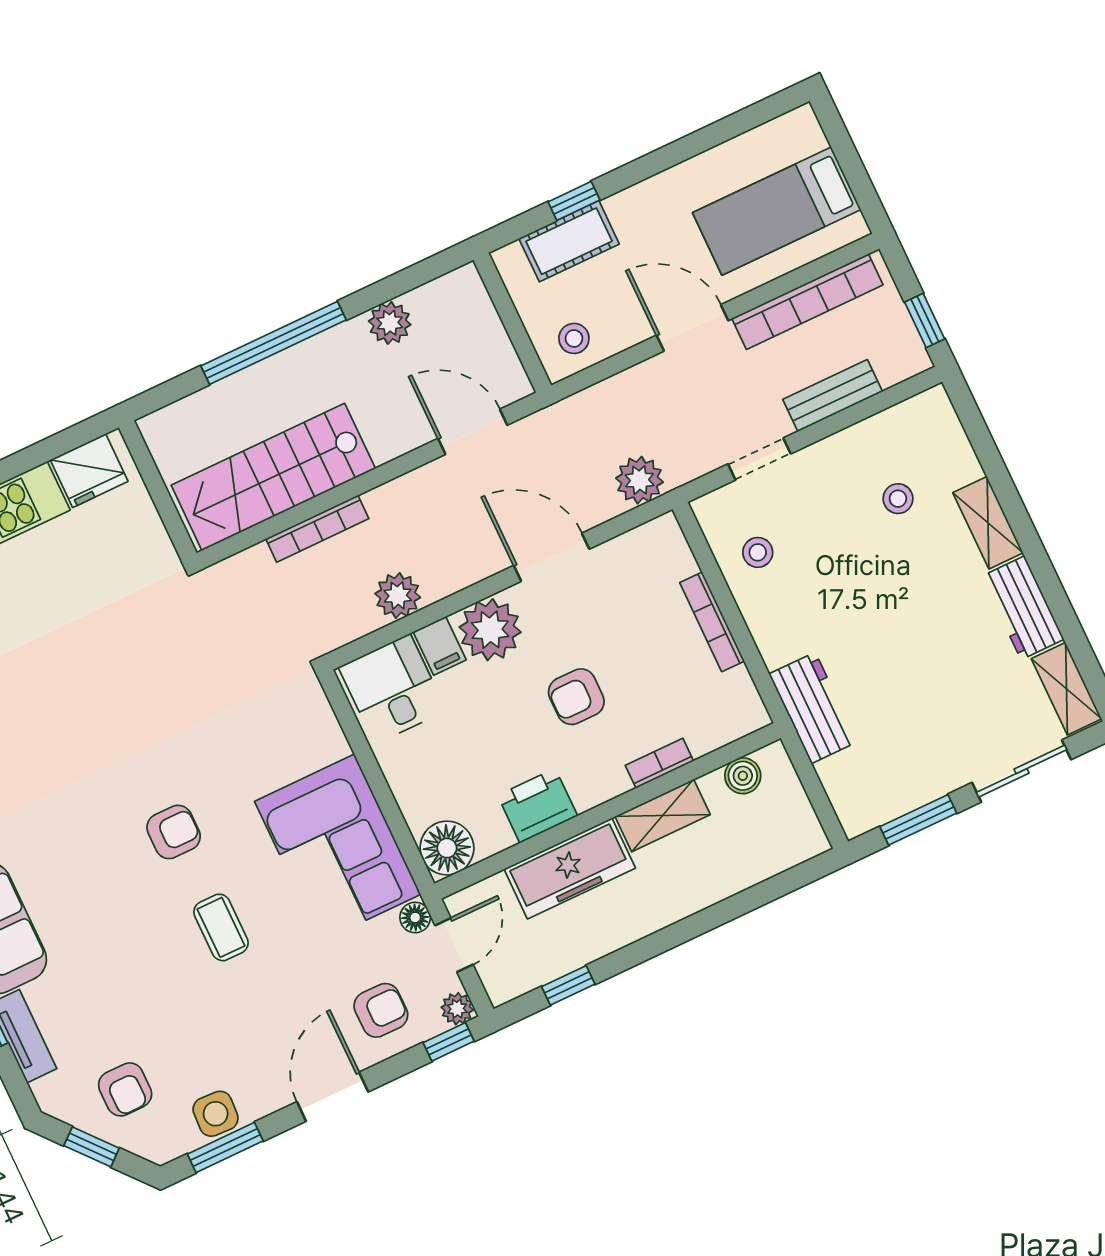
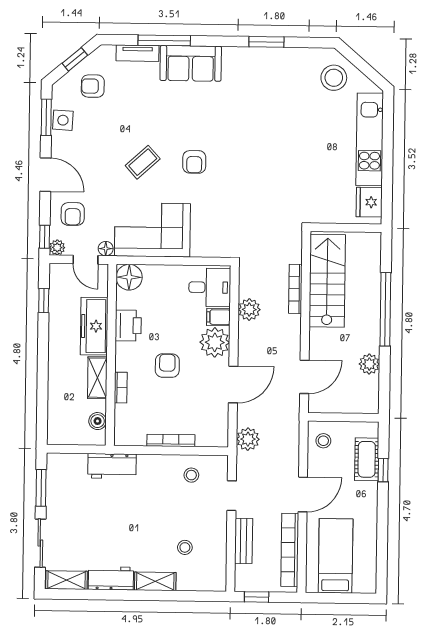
coffee table: (221, 927) -> (143, 162), turned -42

